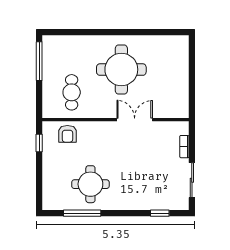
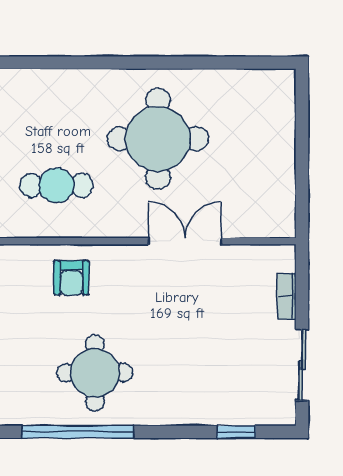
cafe table: (72, 92) -> (56, 185), turned 90
armchair: (67, 134) -> (71, 278), moved
window: (82, 213) -> (78, 432), width x1.46

